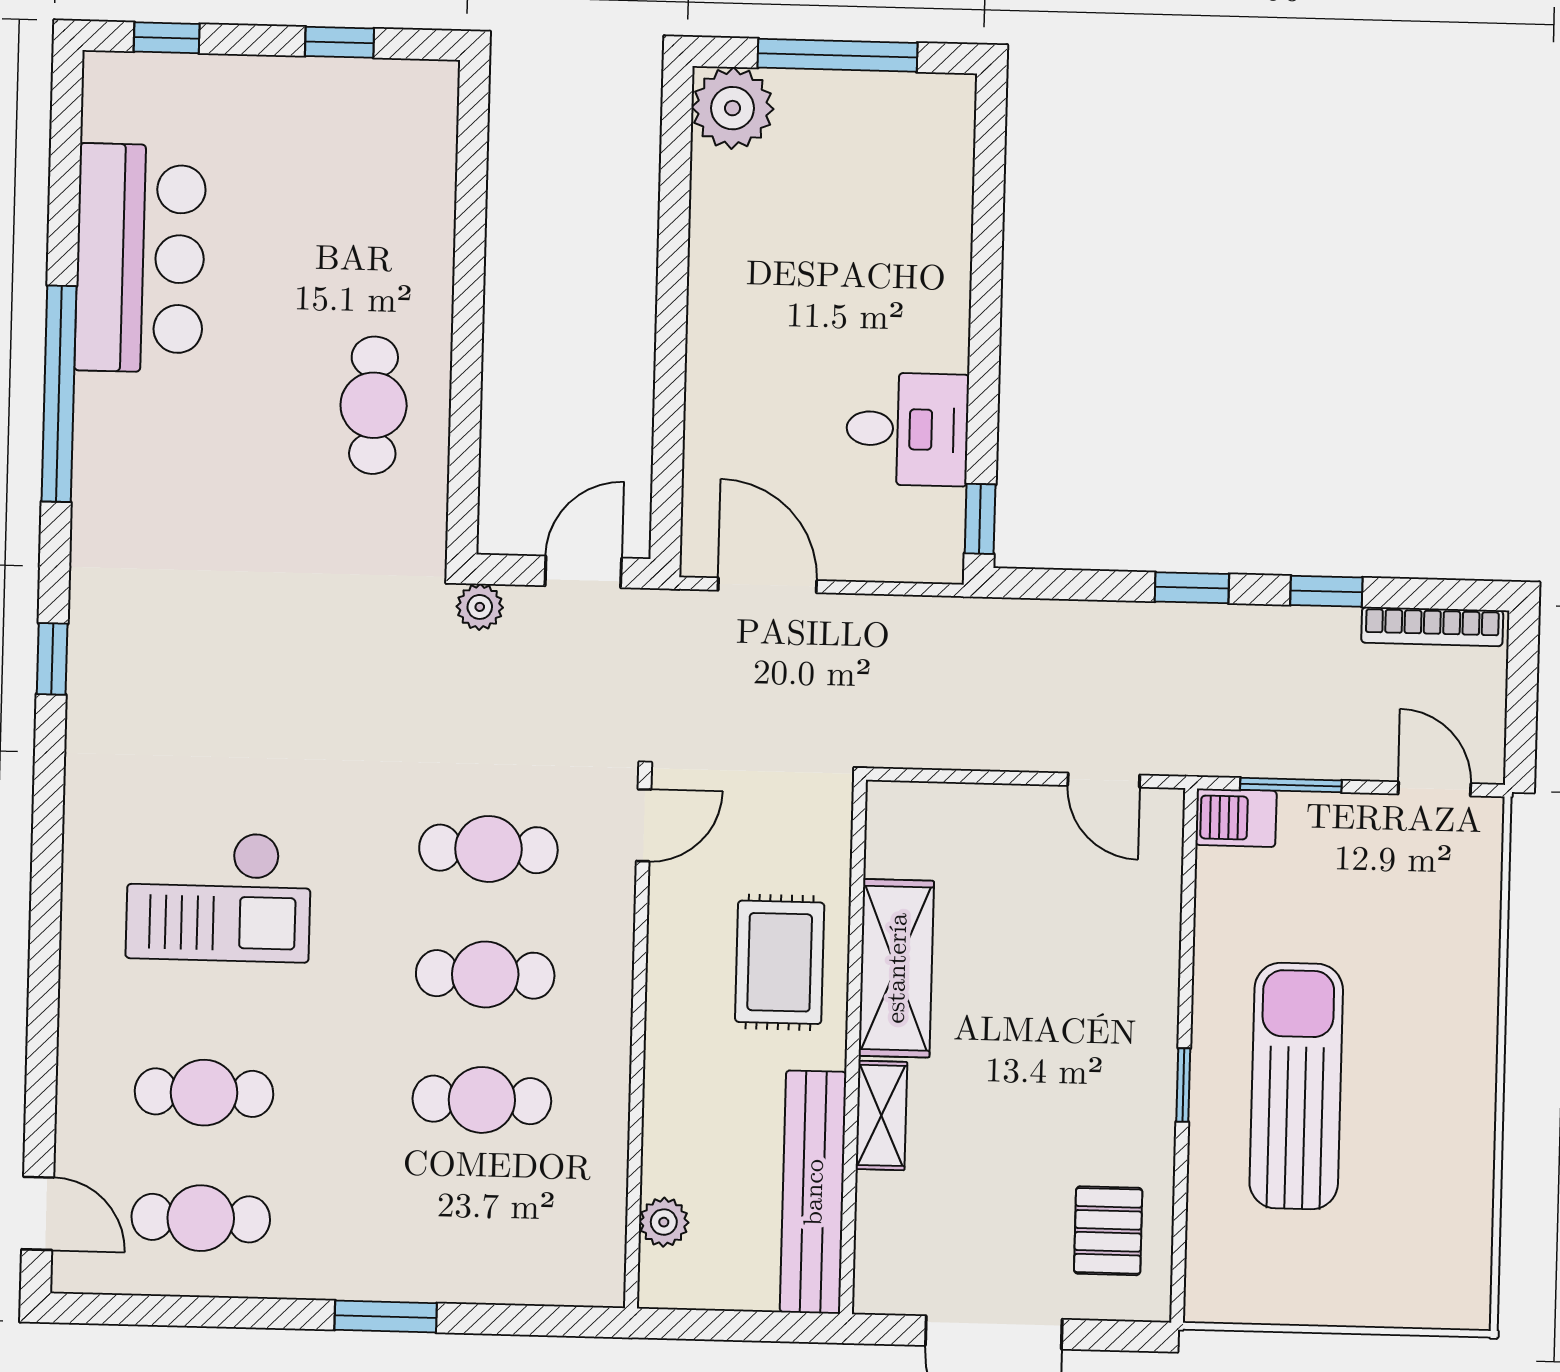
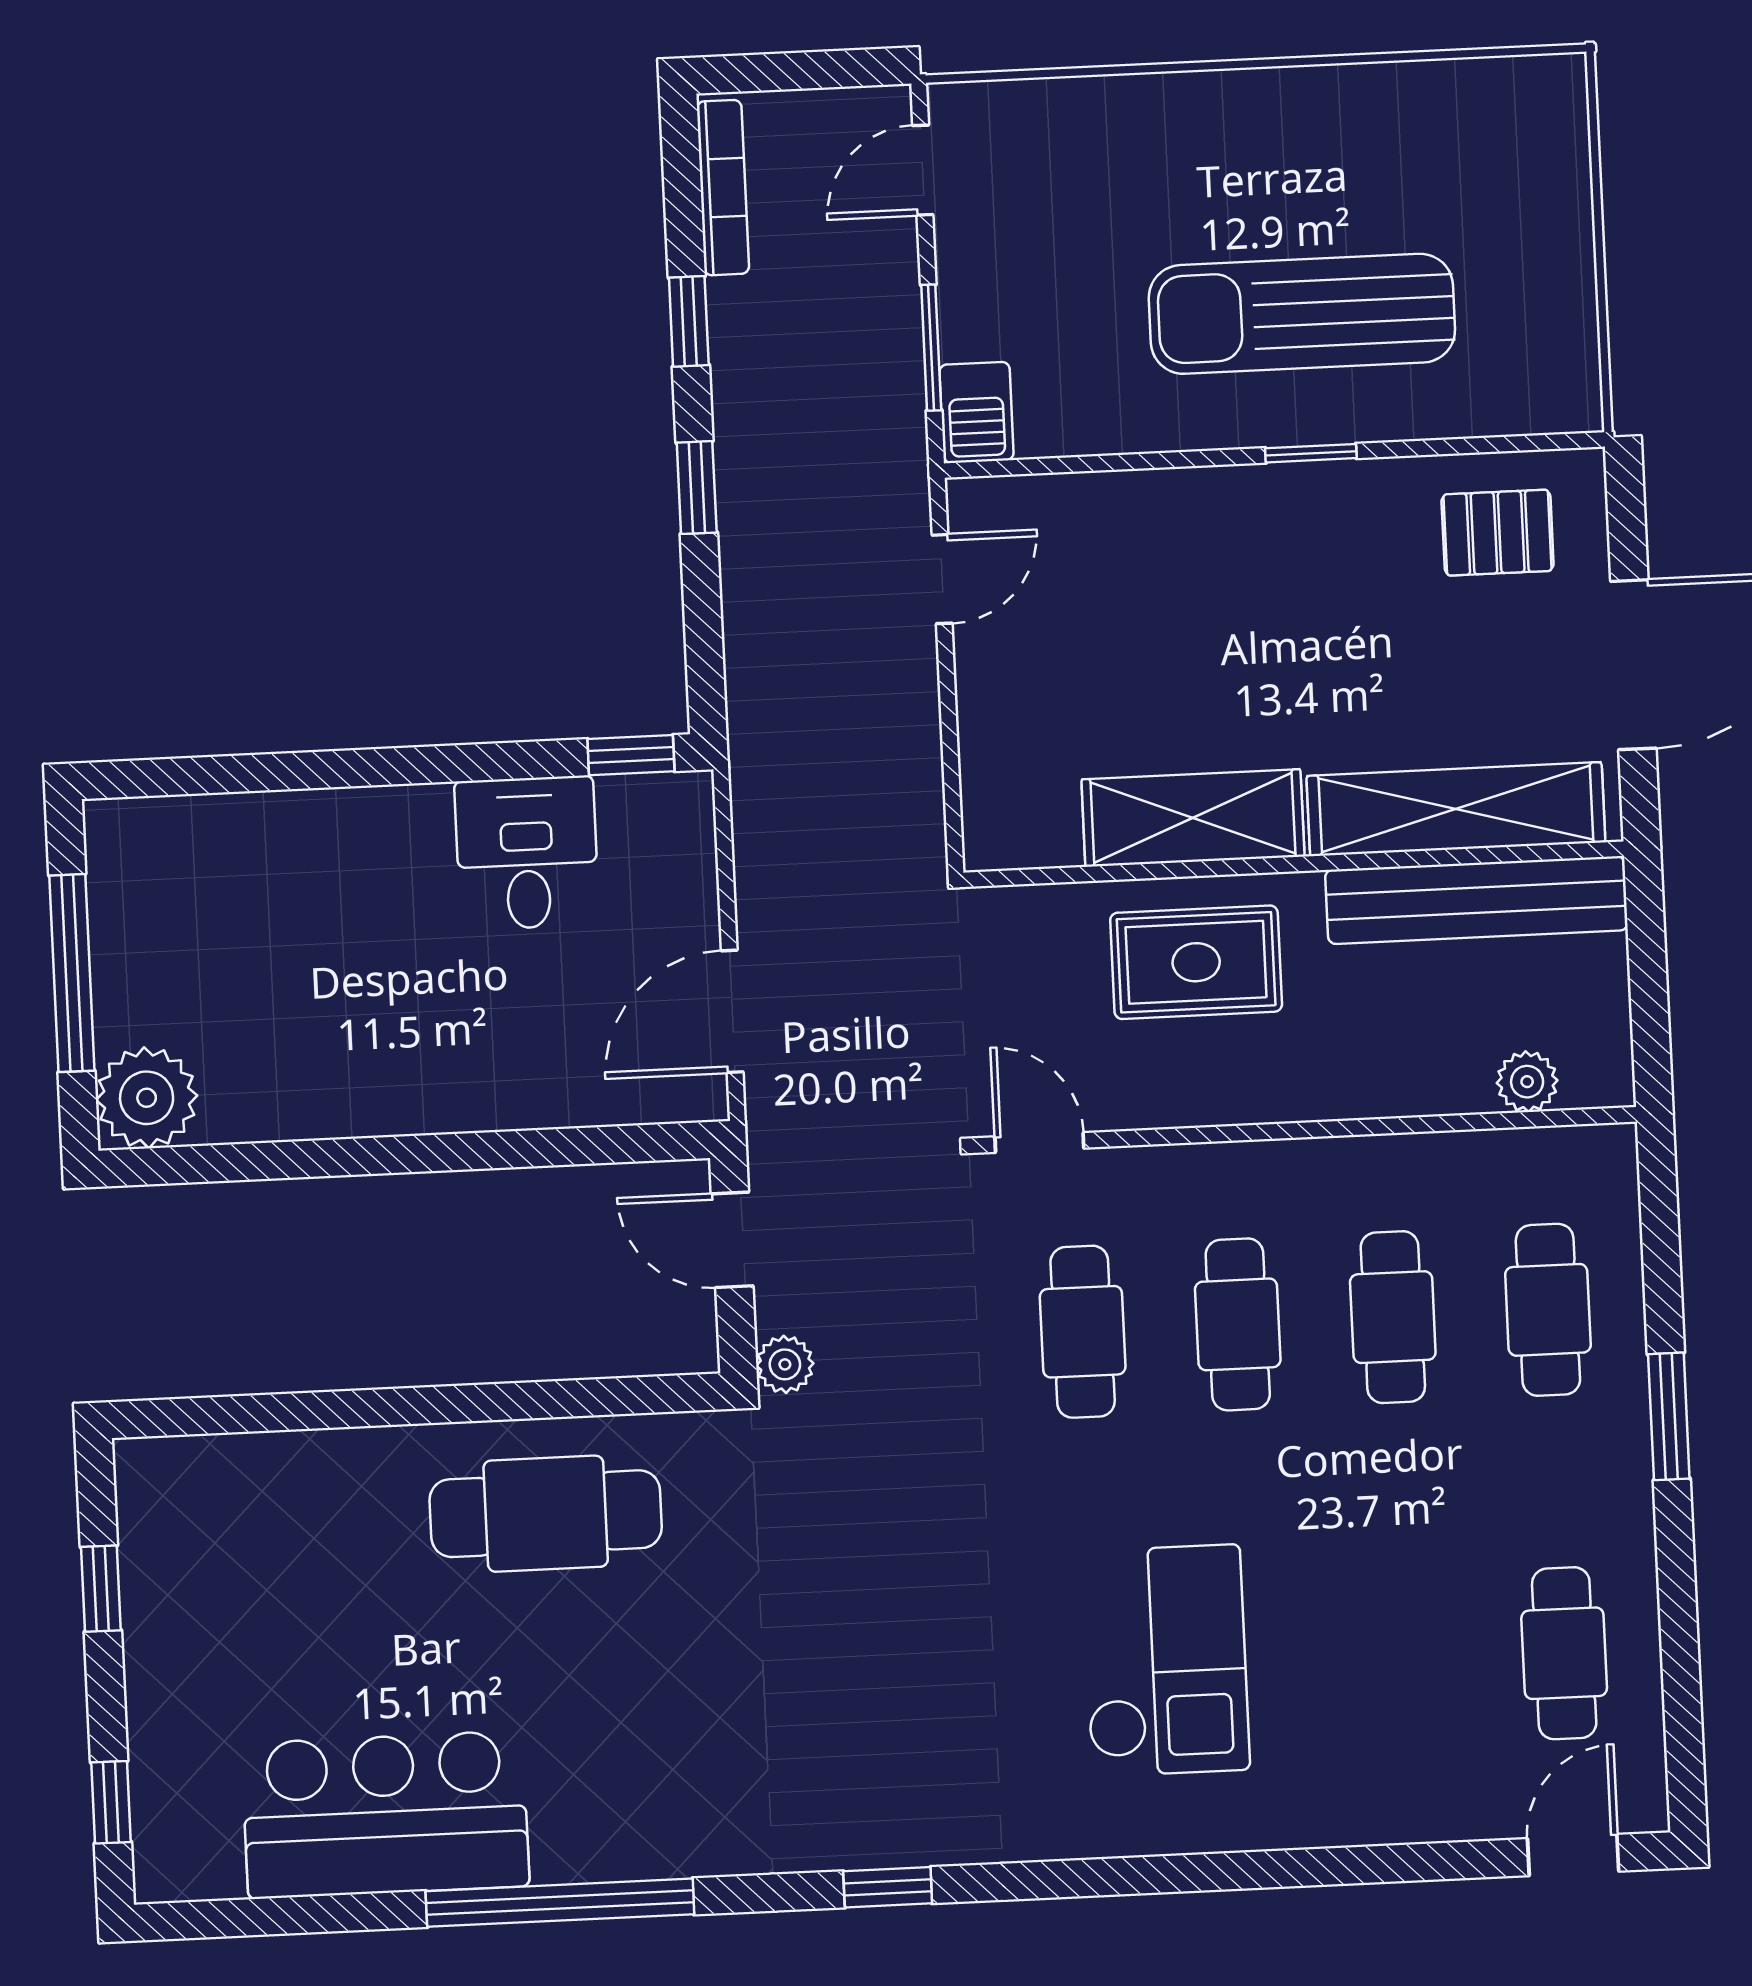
cafe table: (374, 405) -> (546, 1514), width x1.37, depth x1.35
cafe table: (204, 1093) -> (1548, 1310), moved
shelving: (881, 1115) -> (1456, 809), width x2.20, depth x1.33

